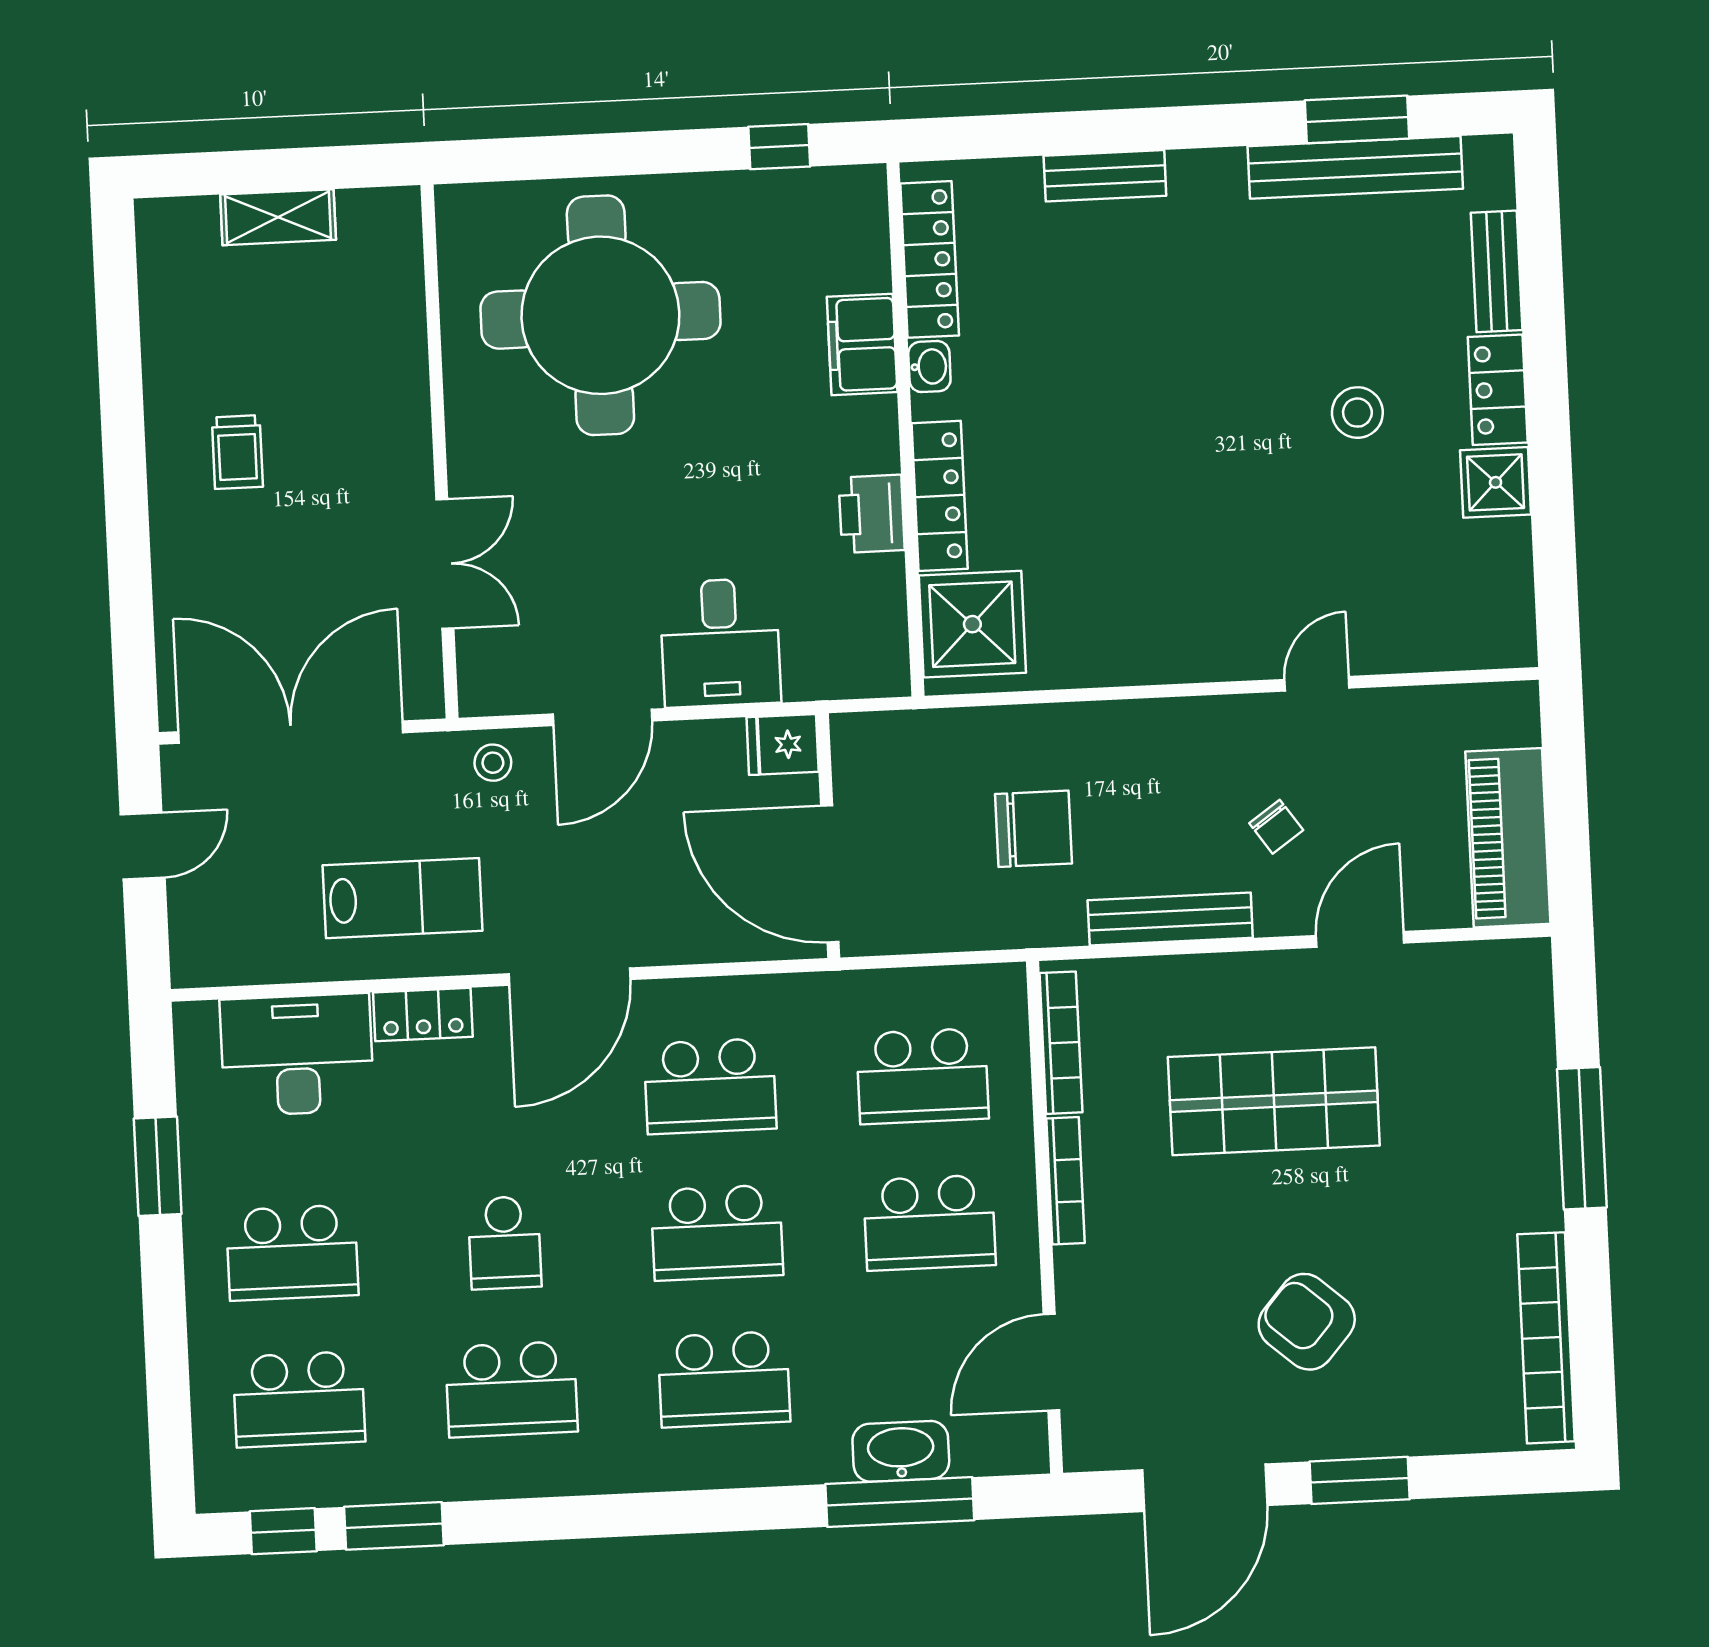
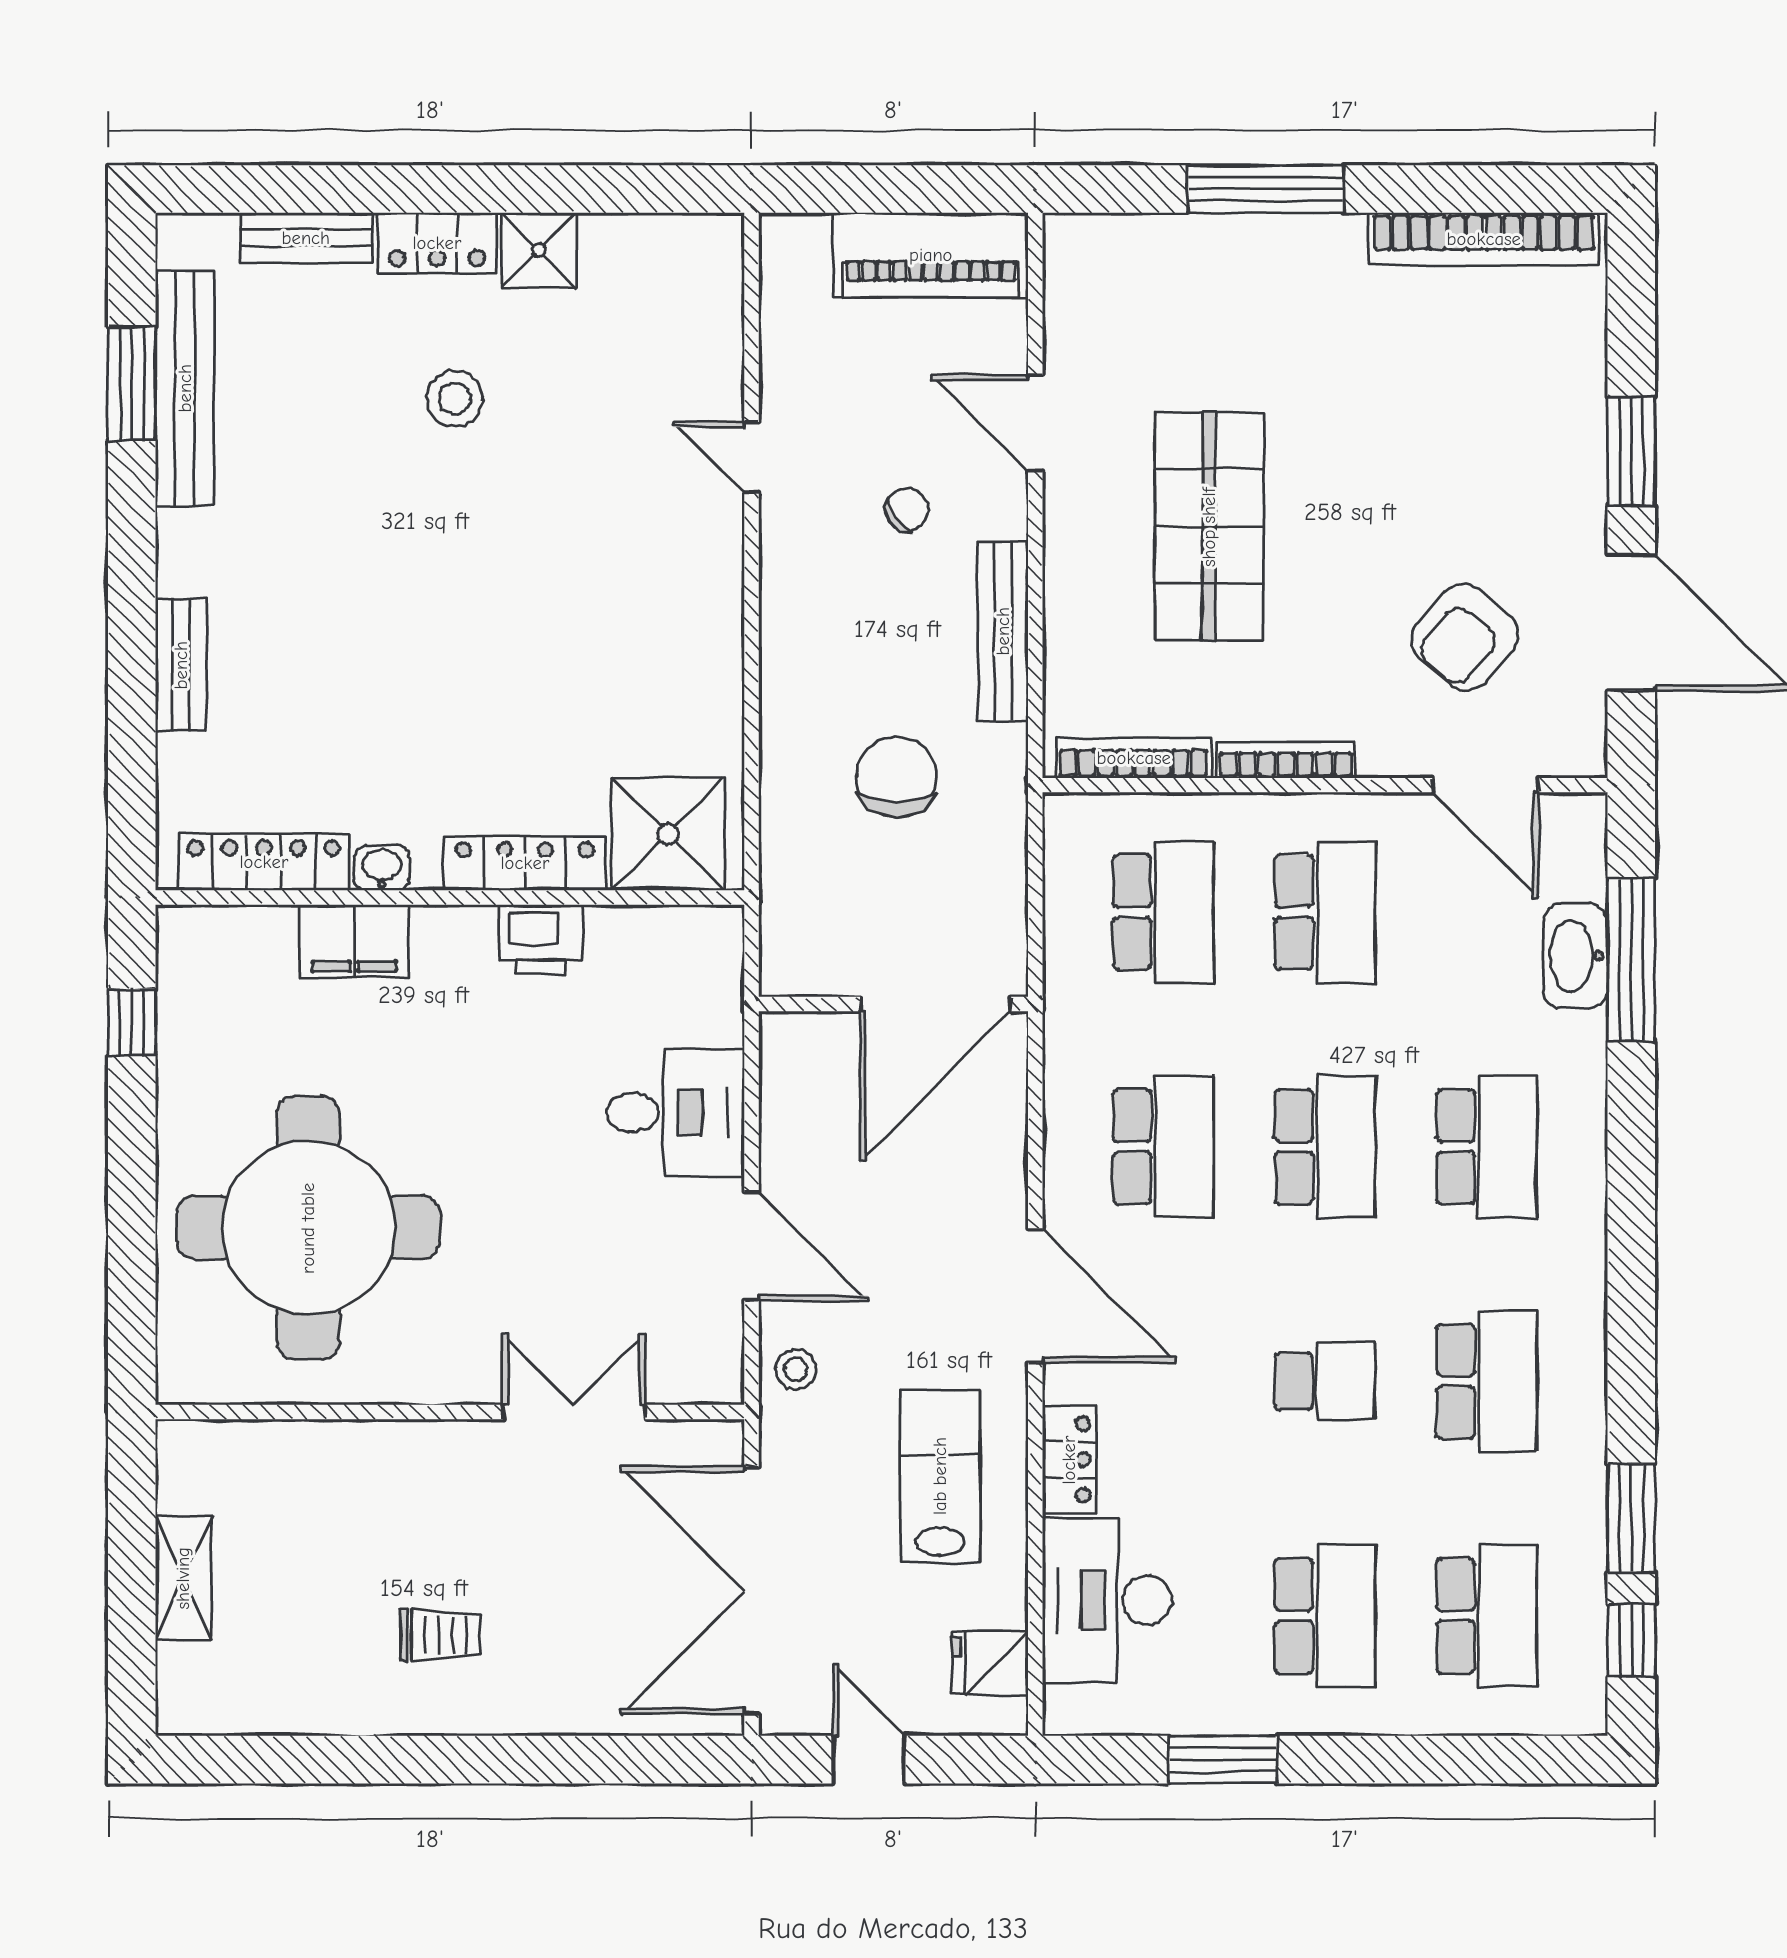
fridge: (783, 745) -> (990, 1663), moved, turned 90
armchair: (1307, 1322) -> (1465, 637), moved

